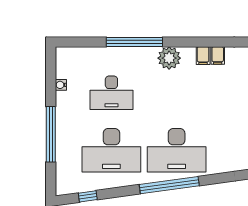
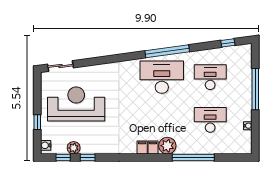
filing cabinet: (218, 55) -> (153, 148), moved
desk: (111, 150) -> (210, 77), width x0.73, depth x0.77

